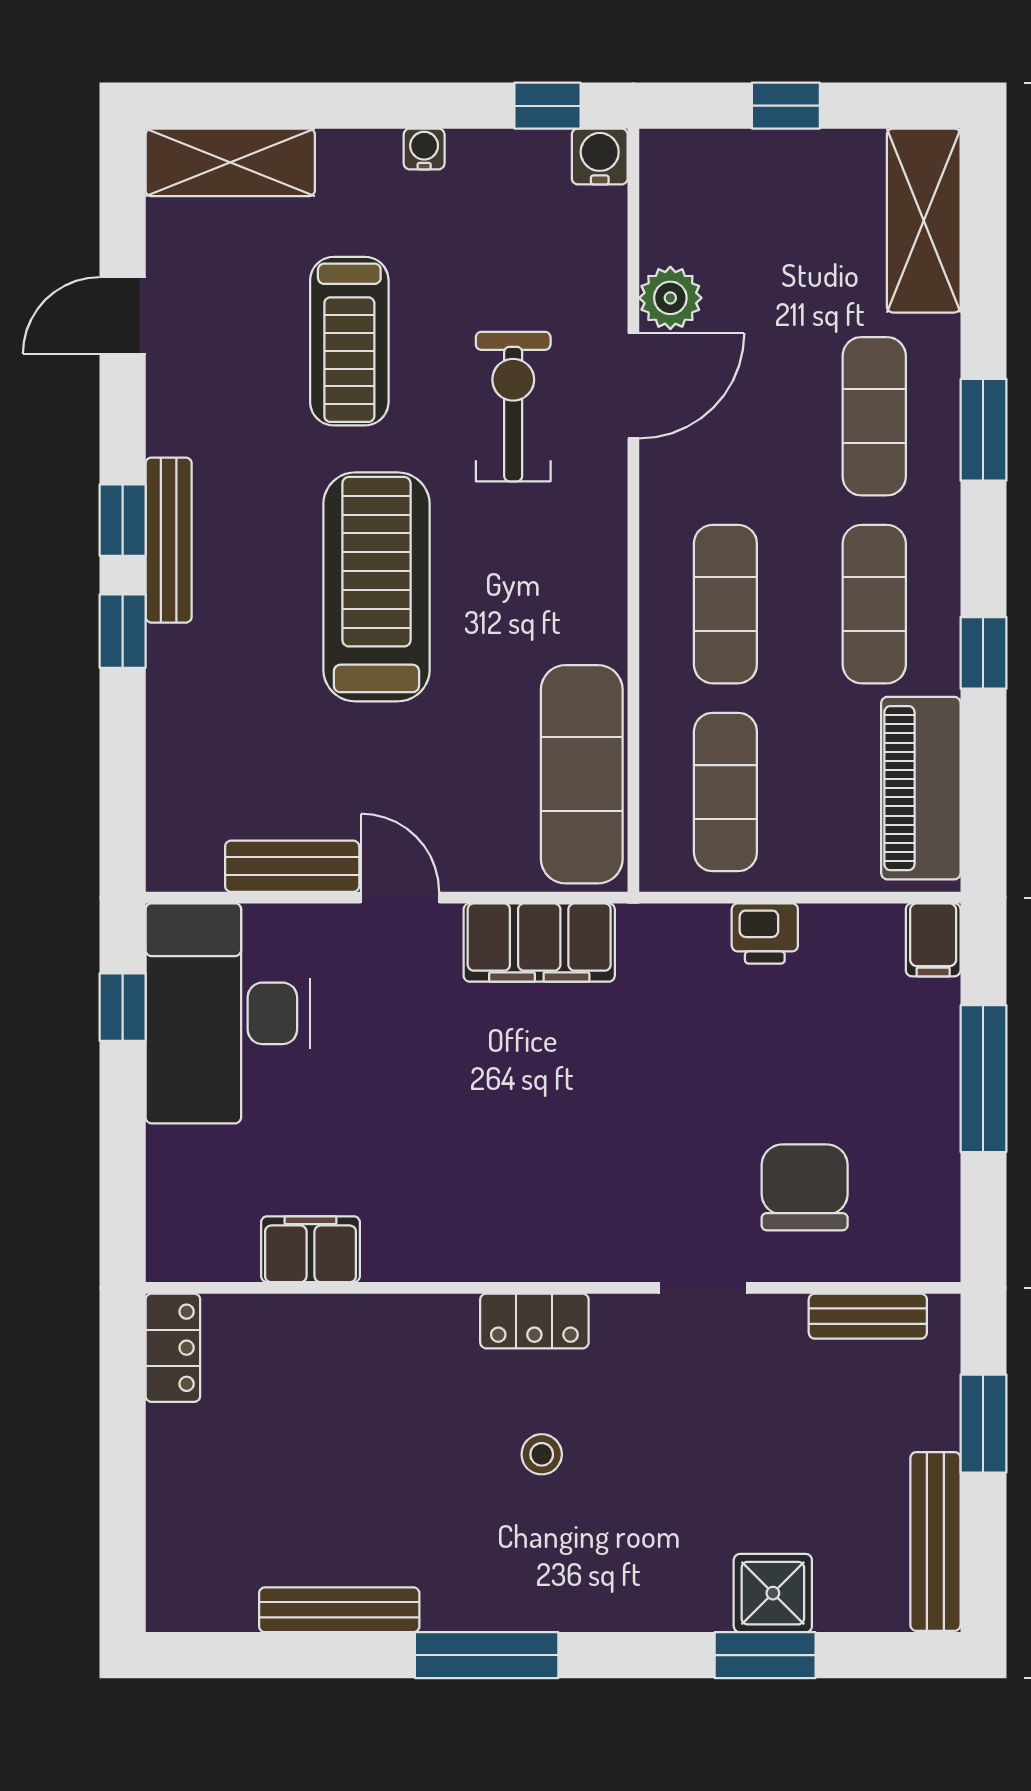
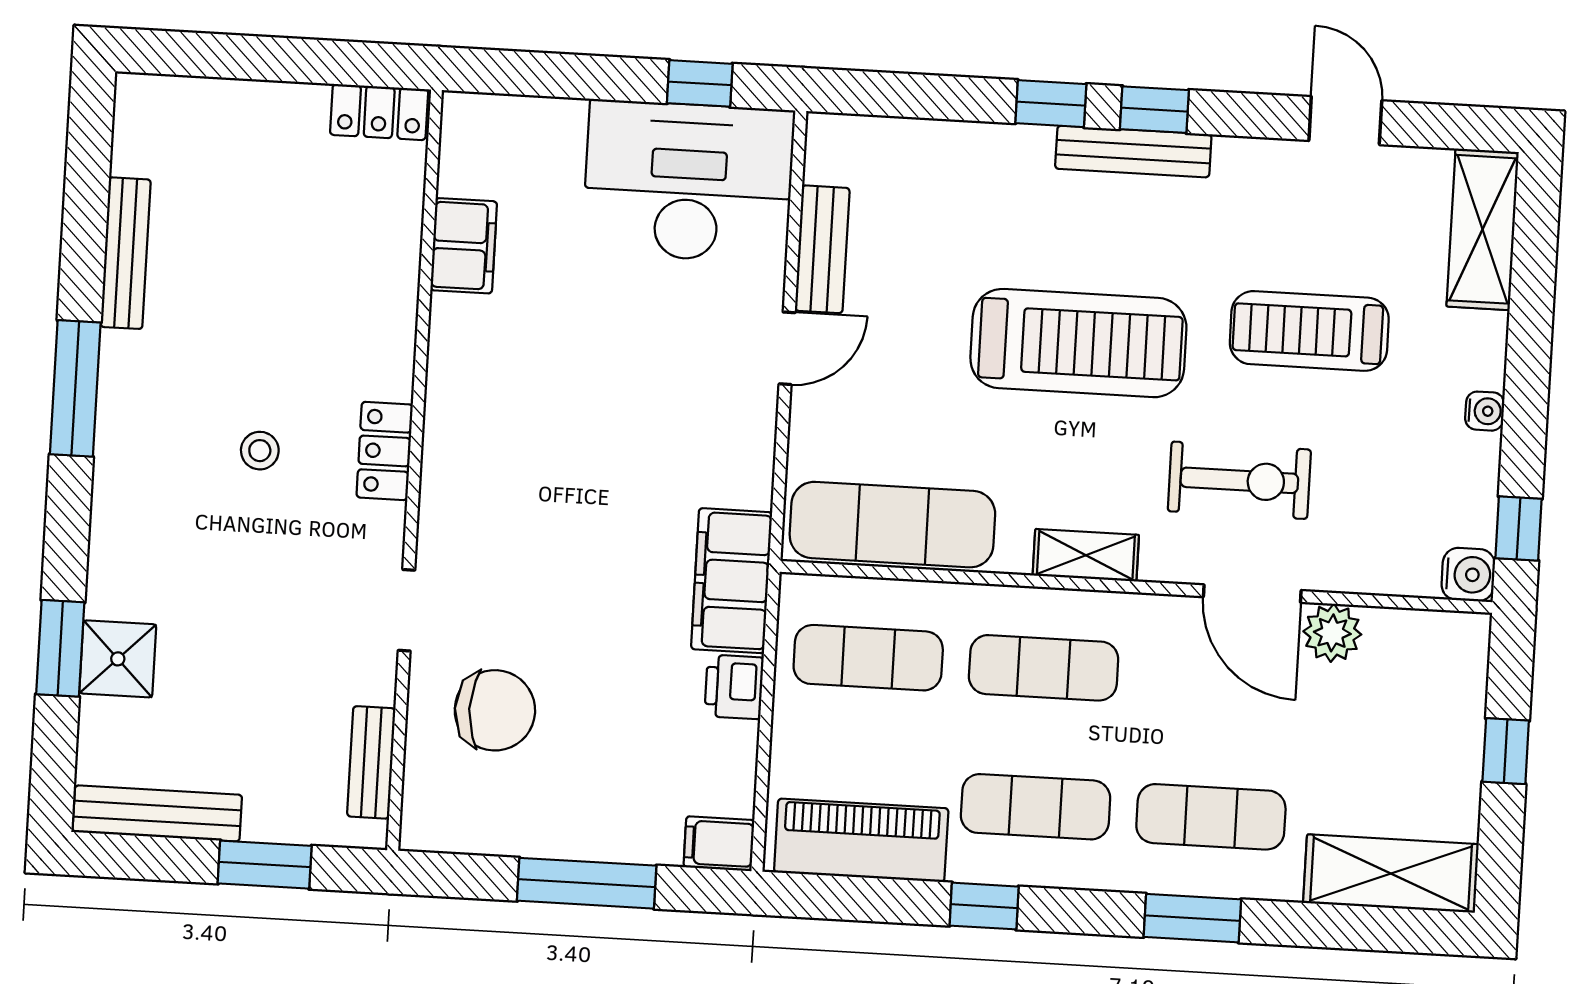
shelving: (603, 566) -> (1086, 555), added
filing cabinet: (539, 943) -> (732, 581), moved

